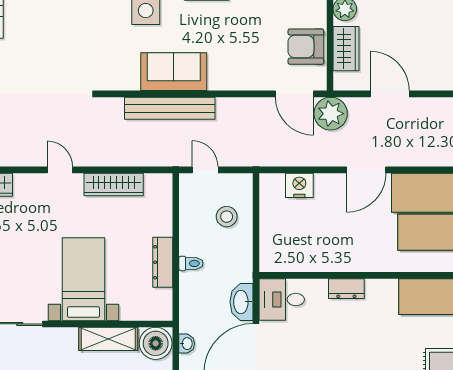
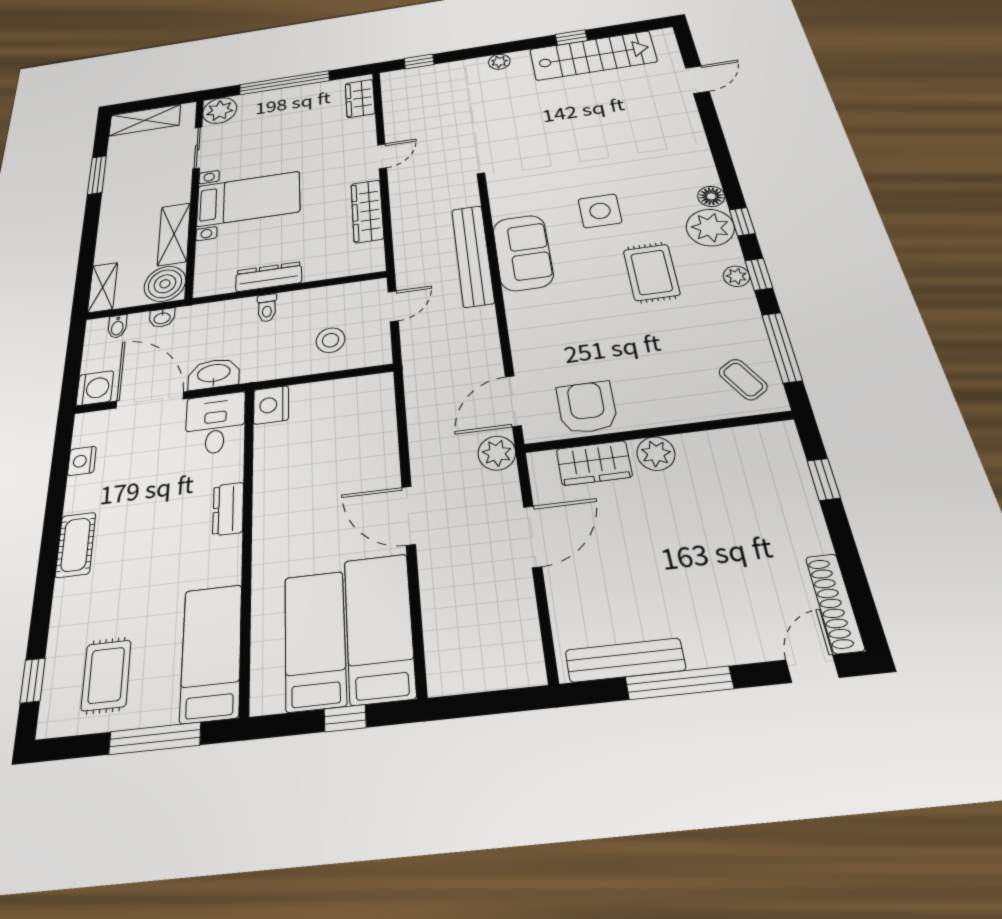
plant: (331, 114) -> (497, 453), width x0.73, depth x0.73
nightstand: (299, 185) -> (271, 405), moved, turned 180

